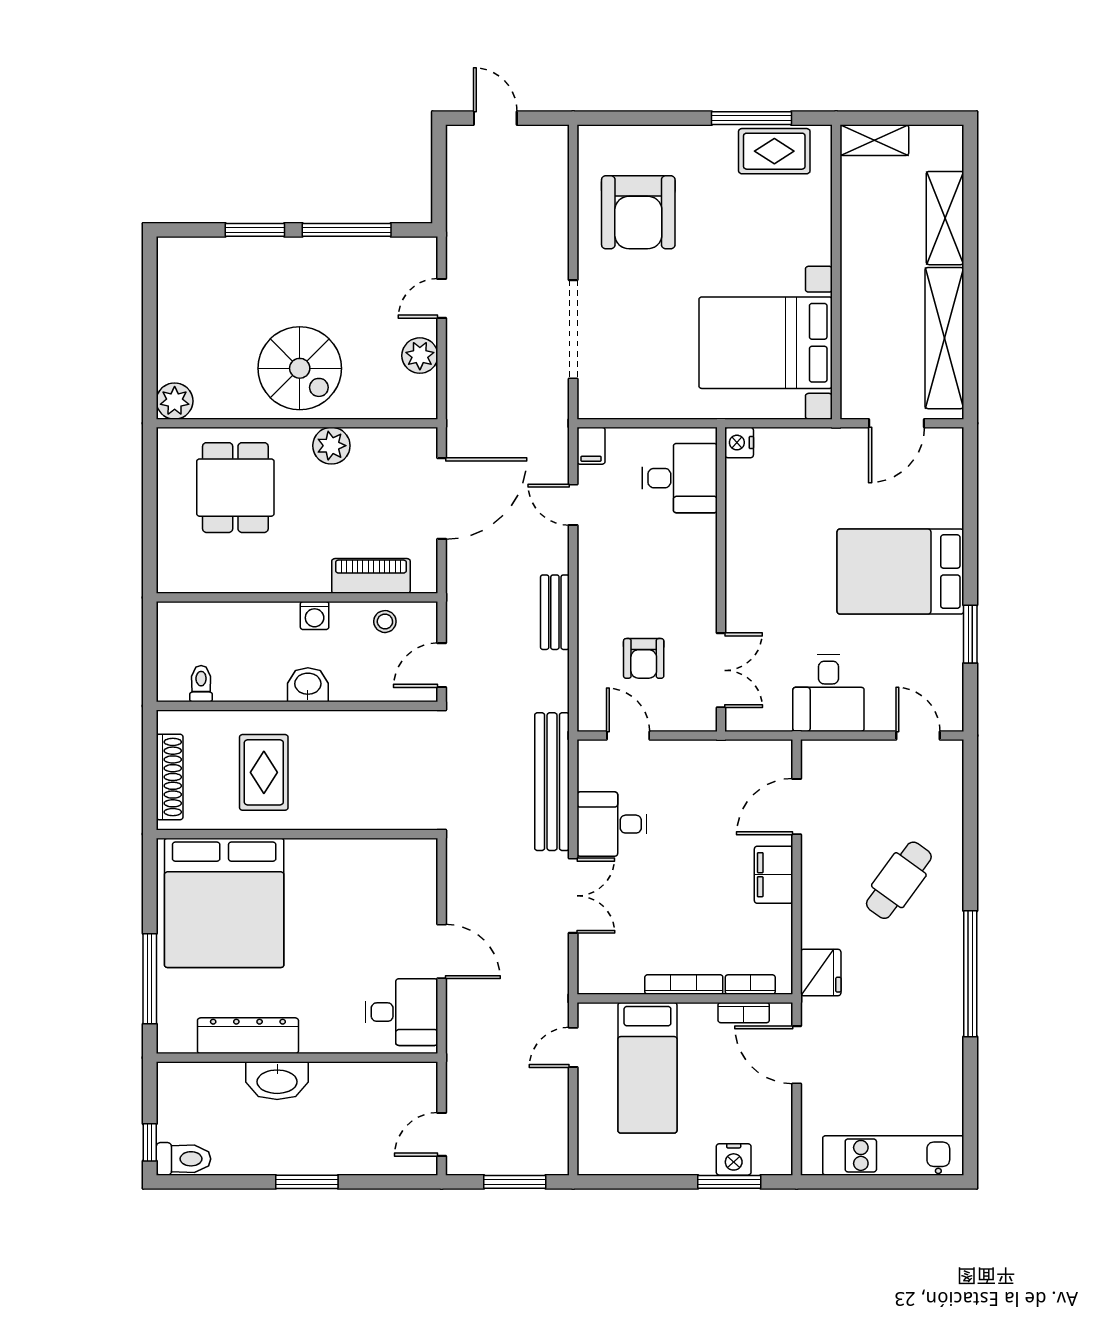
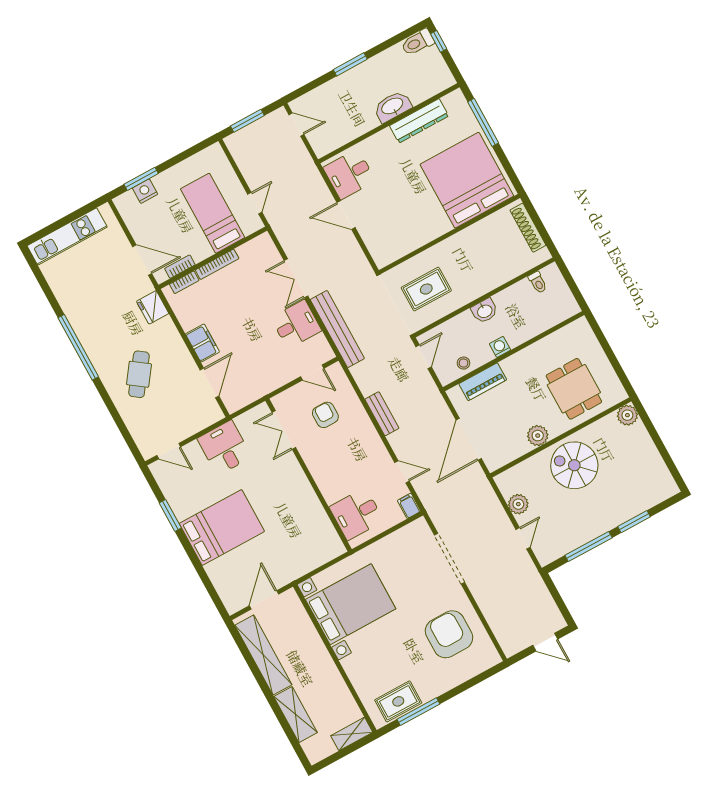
nightstand: (739, 443) -> (337, 548), removed
rug: (264, 772) -> (426, 289), moved, turned 90
door: (442, 1134) -> (296, 124), hinge flipped

